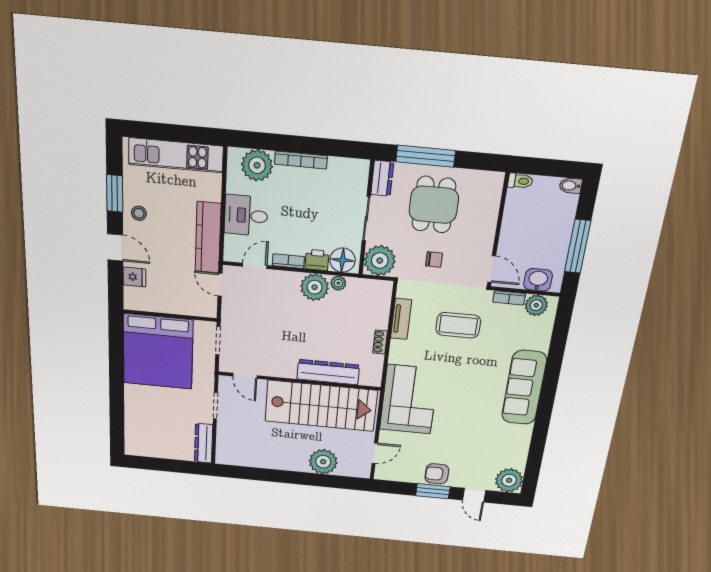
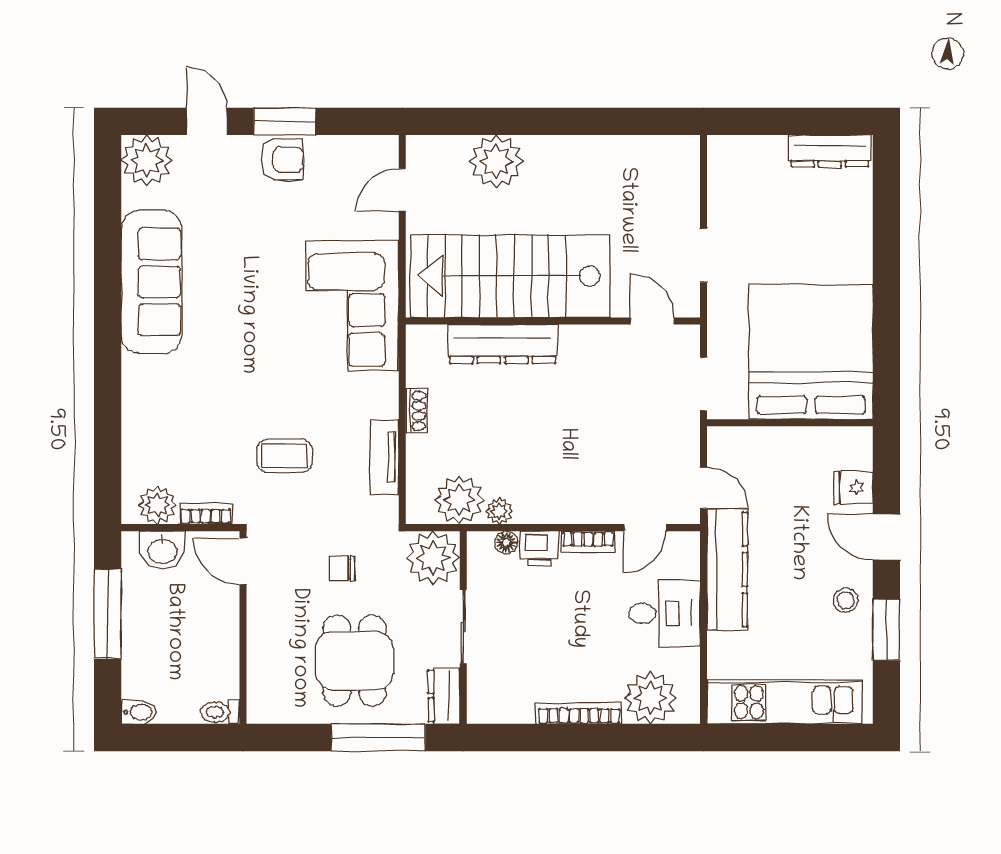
floor lamp: (343, 260) -> (506, 542), width x0.53, depth x0.53
plant: (315, 287) -> (459, 500), moved
coffee table: (458, 325) -> (285, 456), width x0.73, depth x0.77
sofa: (524, 388) -> (151, 282), moved
dresser: (204, 443) -> (830, 151), moved, turned 90

